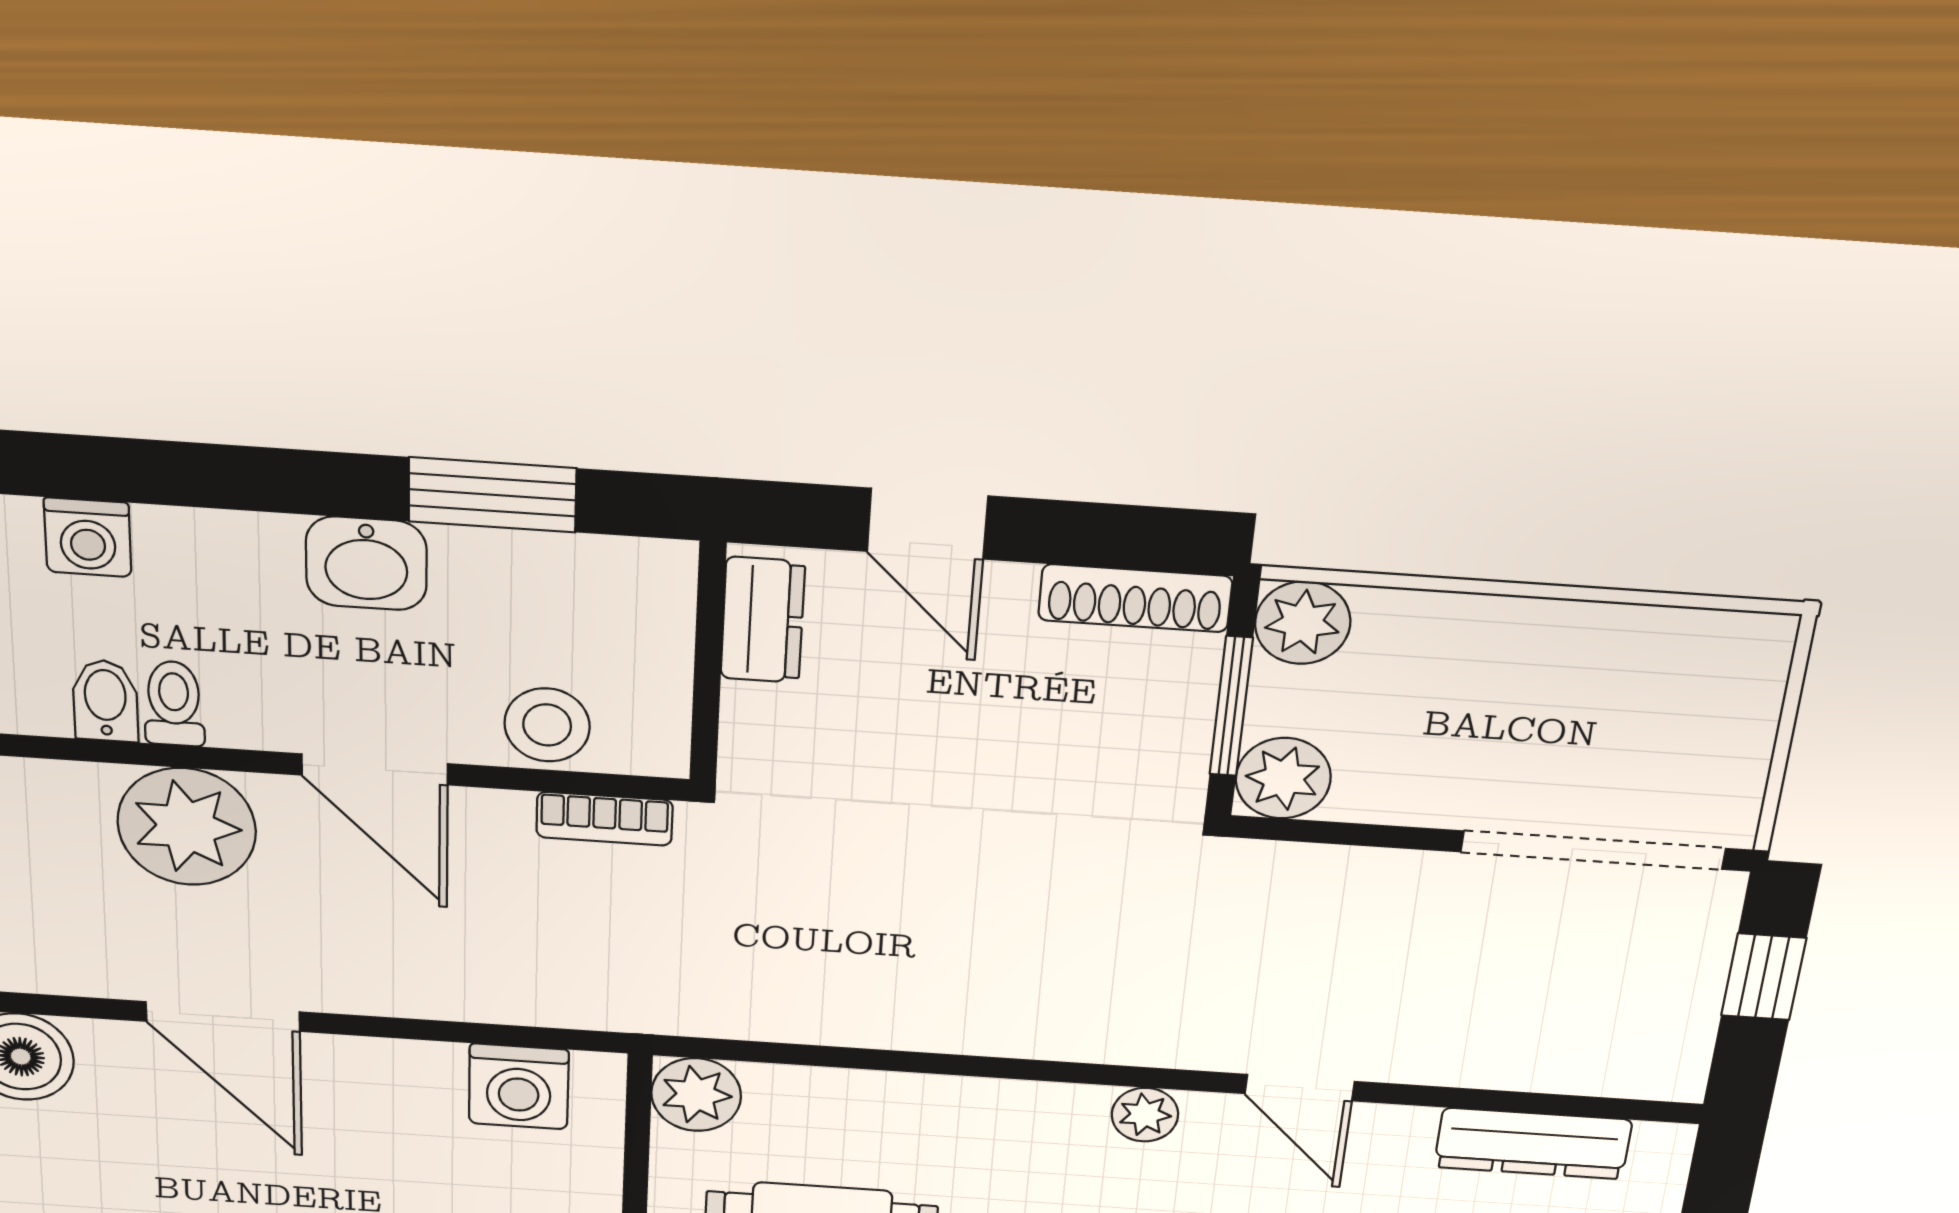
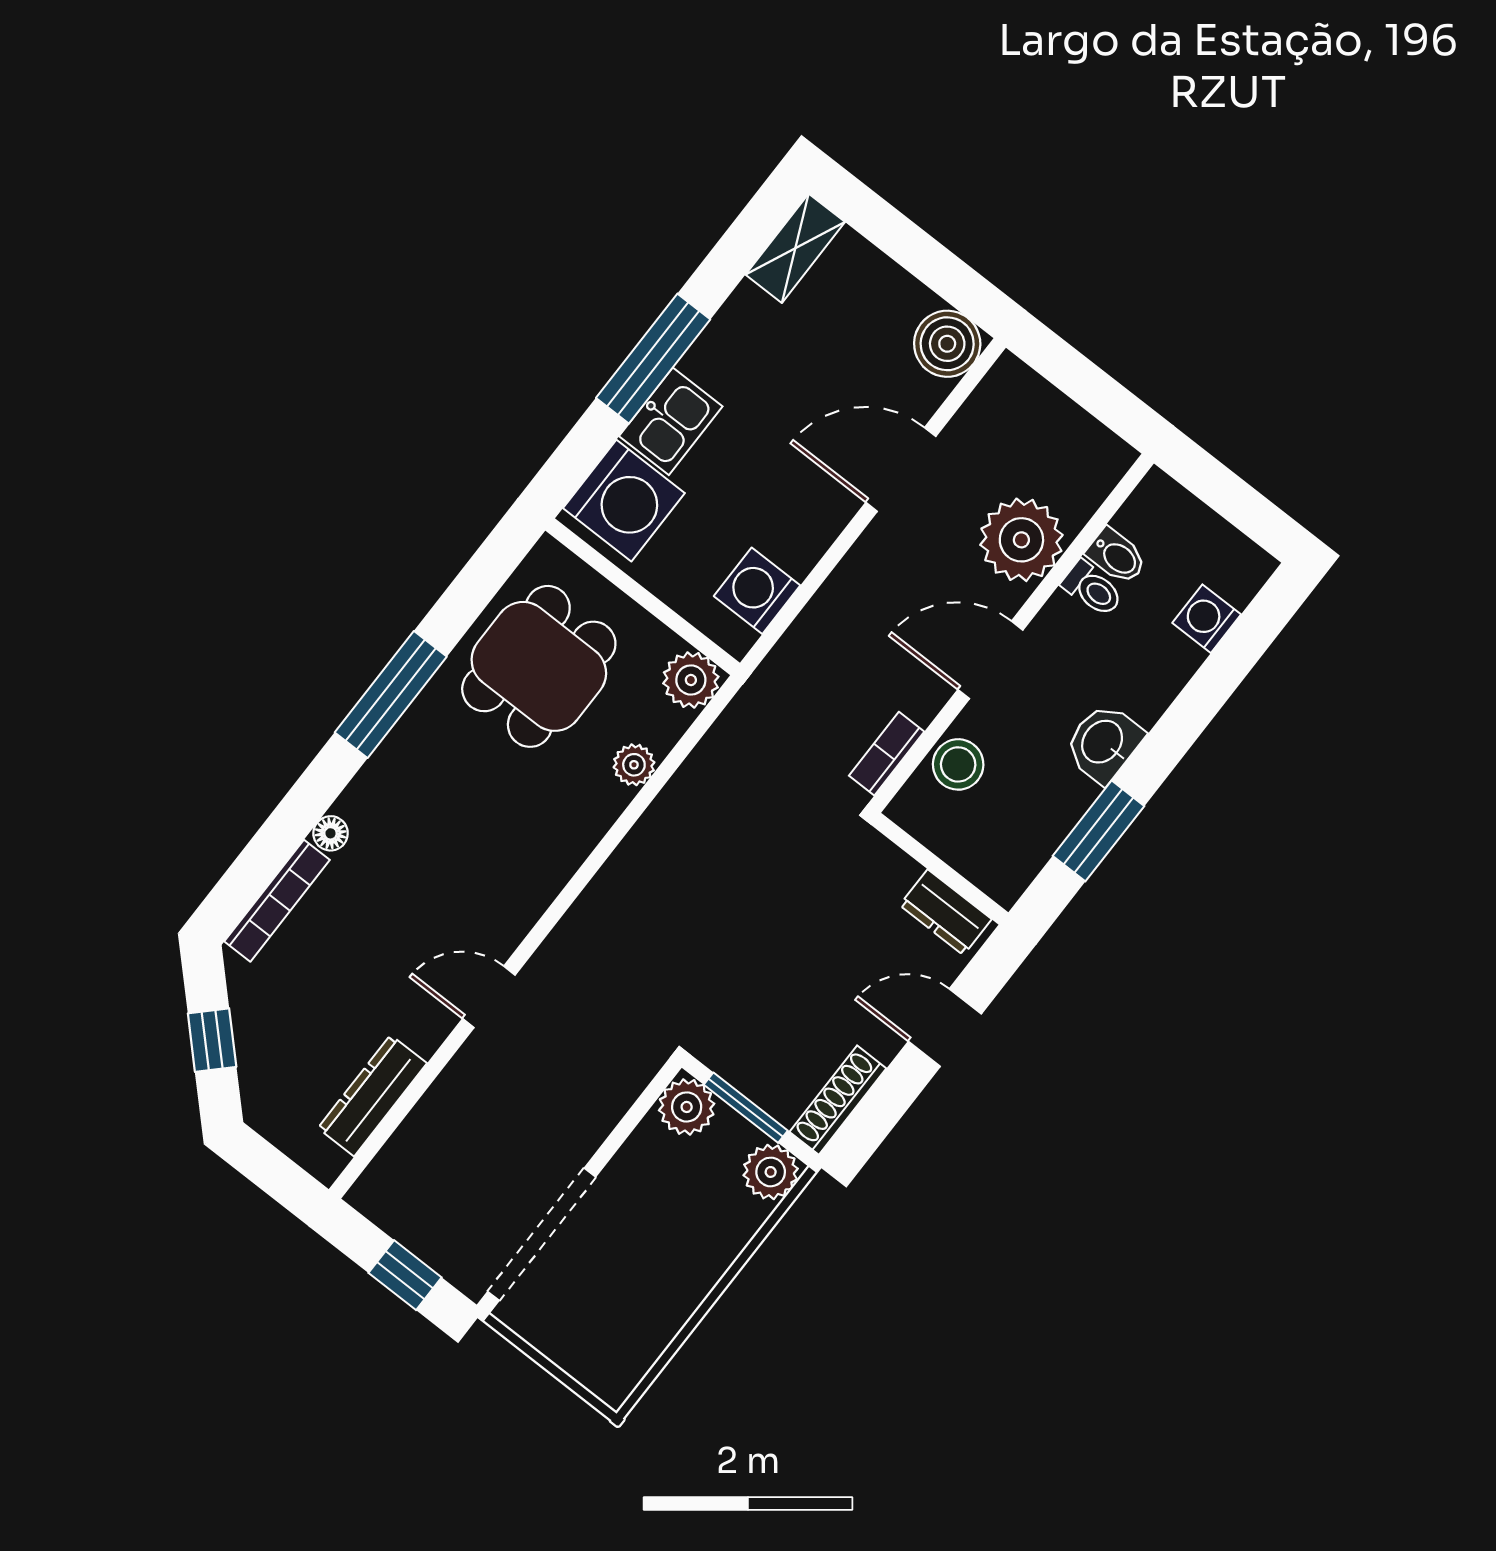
plant: (1145, 1115) -> (634, 765), moved

